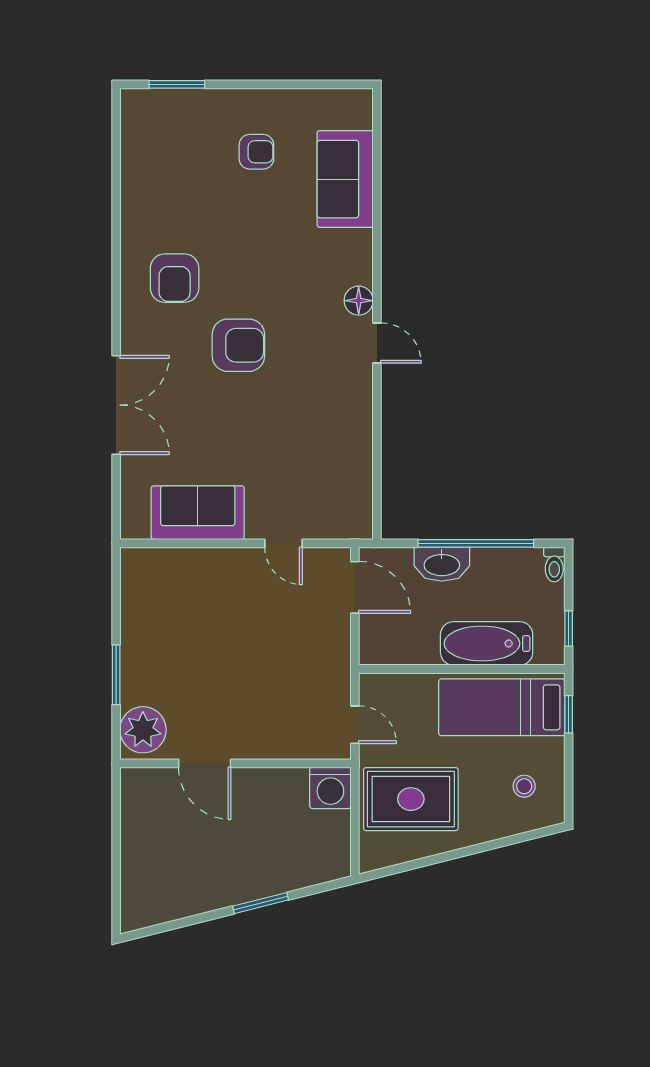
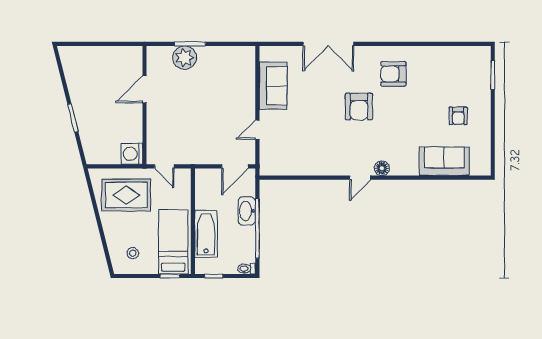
door: (355, 725) -> (164, 166), hinge flipped
plant: (143, 730) -> (185, 58), moved
rug: (411, 799) -> (126, 195), turned 90

